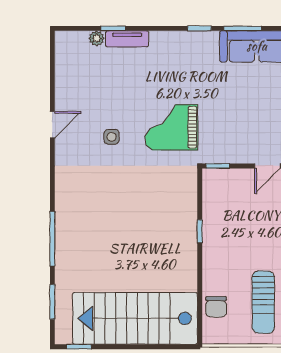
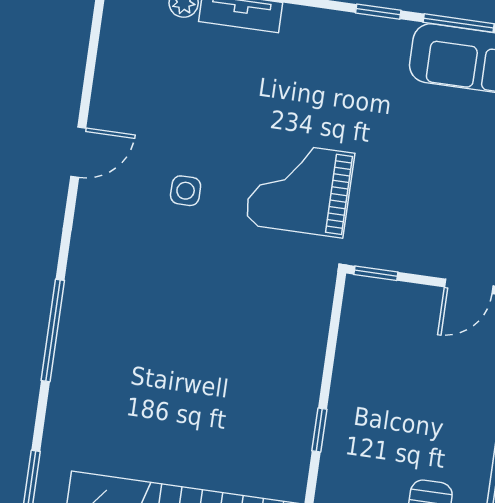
window: (200, 231) -> (319, 430), moved
window: (52, 239) -> (53, 331), moved

